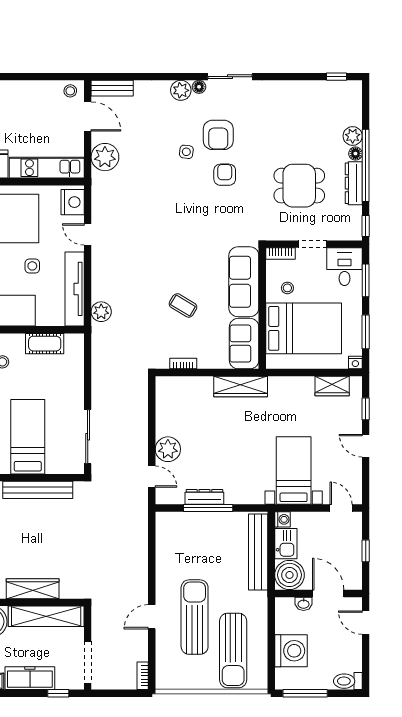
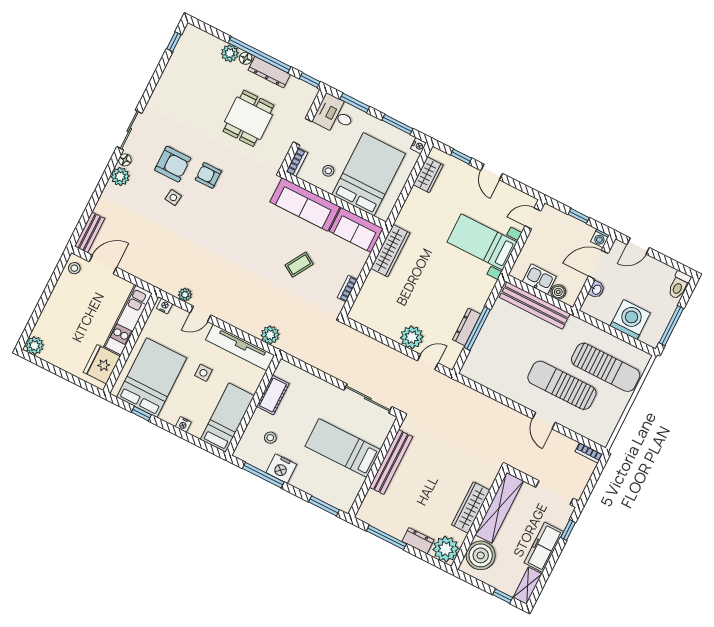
plant: (105, 157) -> (185, 295), moved, width x0.53, depth x0.53
nightstand: (73, 202) -> (165, 306), width x0.53, depth x0.56
door: (366, 446) -> (492, 172), hinge flipped
washing machine: (282, 519) -> (600, 238), moved, turned 180
boiler: (290, 575) -> (558, 292), width x0.54, depth x0.54

